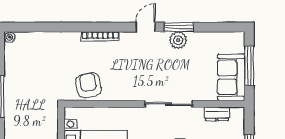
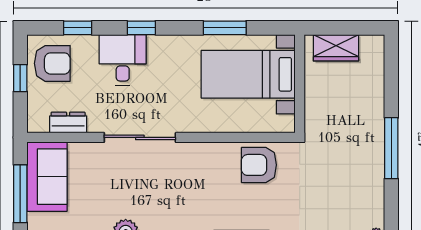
armchair: (88, 85) -> (259, 165), turned 101

